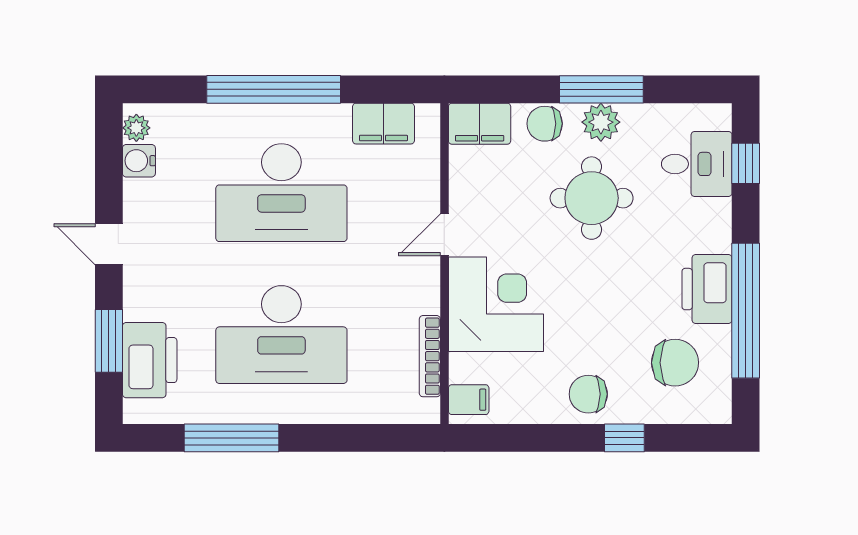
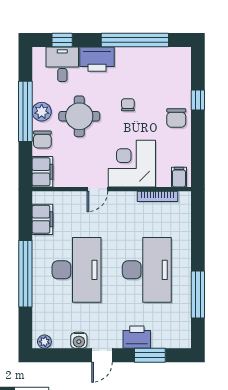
window: (601, 89) -> (25, 111), width x1.46
water cooler: (139, 161) -> (79, 340), moved
door: (444, 235) -> (97, 189), hinge flipped
printer: (707, 289) -> (97, 59), moved
printer: (150, 360) -> (137, 337), moved, width x0.73, depth x0.84
chair: (675, 363) -> (128, 105), moved, width x0.54, depth x0.54

